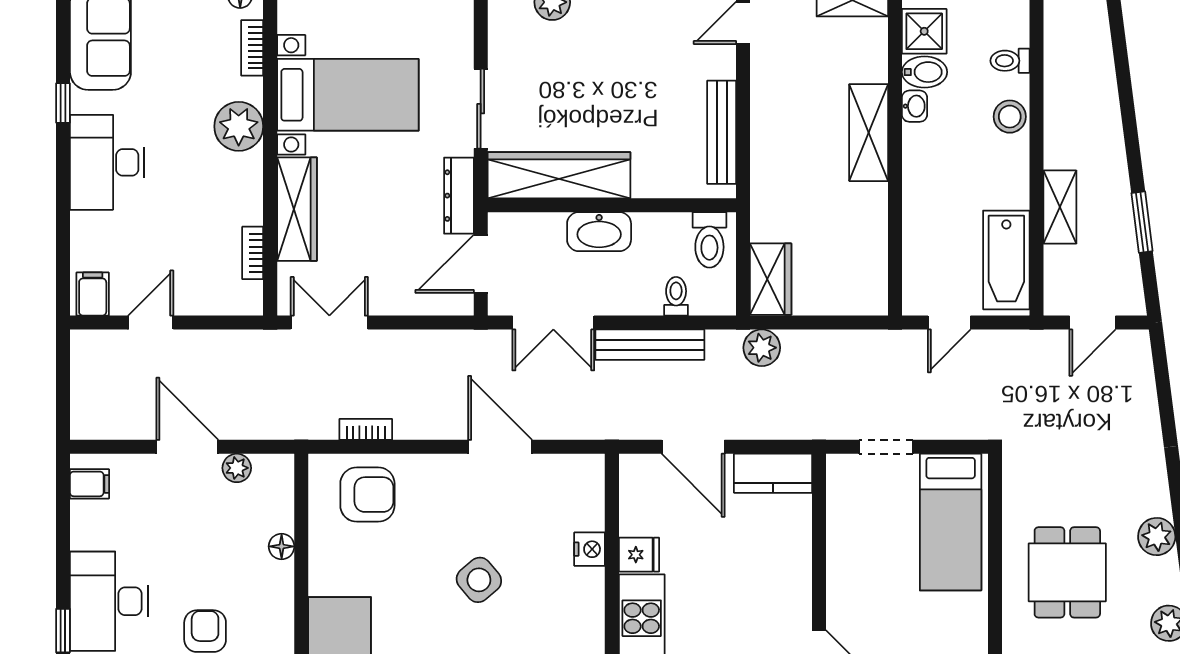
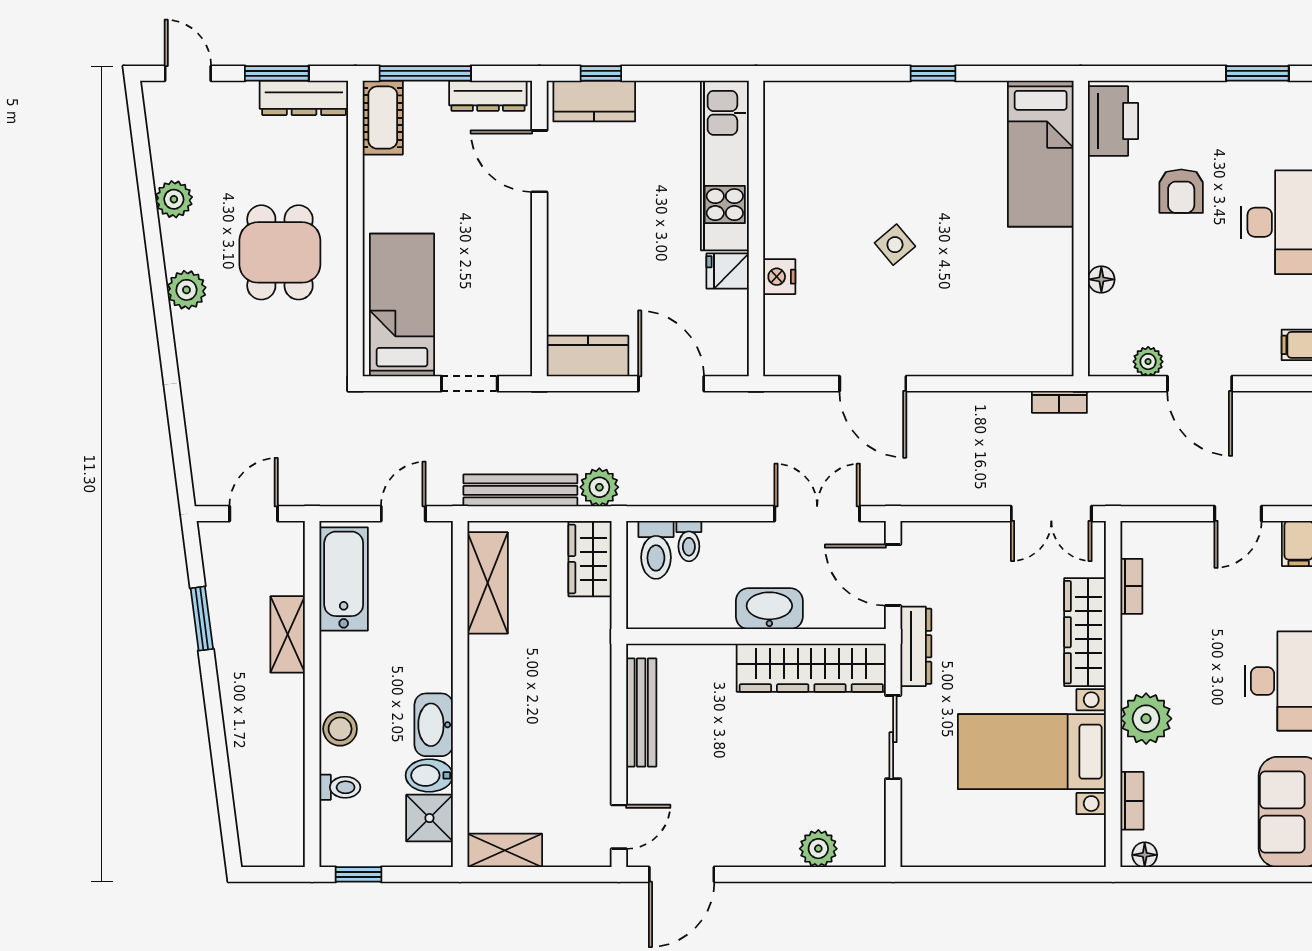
washbasin: (915, 106) -> (434, 725), width x1.91, depth x1.45
shelving: (869, 133) -> (488, 583), moved
toilet: (709, 240) -> (656, 550), moved, turned 180
door: (481, 264) -> (893, 575), swing flipped
bench: (650, 345) -> (520, 490), moved
bookcase: (366, 429) -> (1059, 402), moved
armchair: (367, 495) -> (1012, 334), removed
side table: (479, 580) -> (895, 245), width x0.73, depth x0.73

